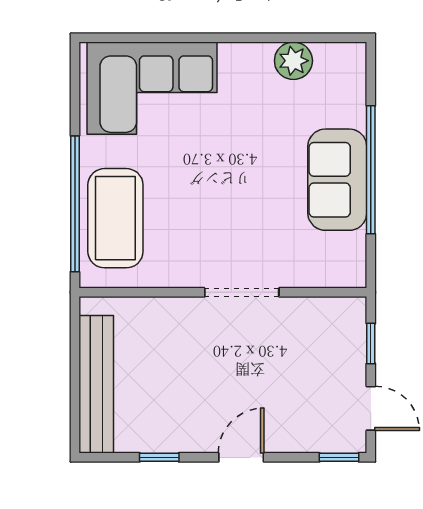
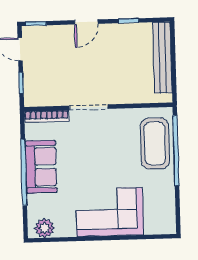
plant: (293, 61) -> (45, 228), moved
corner sofa: (152, 88) -> (110, 212), moved
bookcase: (324, 277) -> (47, 116), added

